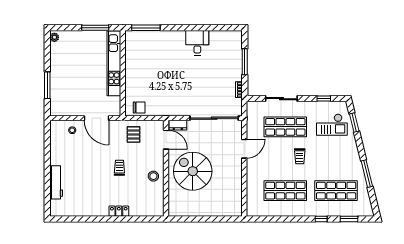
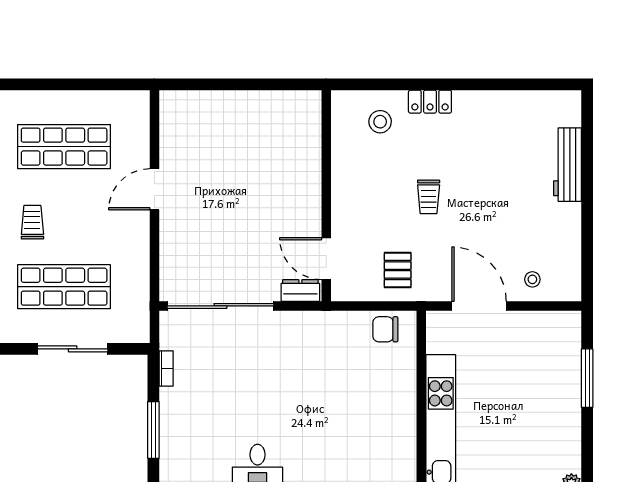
door: (244, 149) -> (154, 189), moved
spiral stairs: (193, 171) -> (268, 189), removed
stool: (153, 176) -> (380, 122), moved

